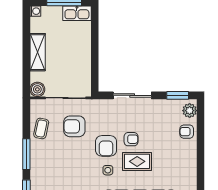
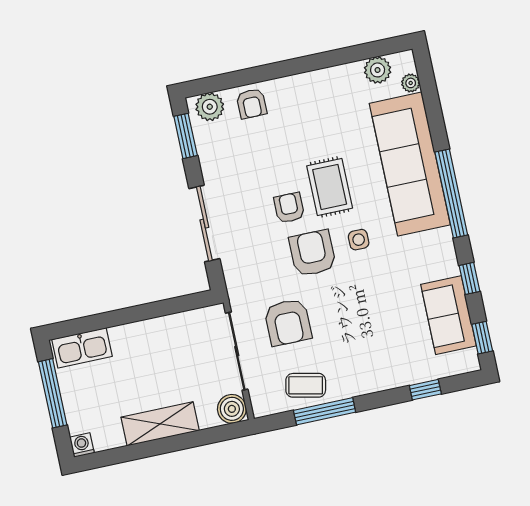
kitchen sink: (77, 13) -> (82, 348), moved, turned 90
armchair: (106, 146) -> (312, 253), turned -90
window: (26, 154) -> (325, 411), moved

